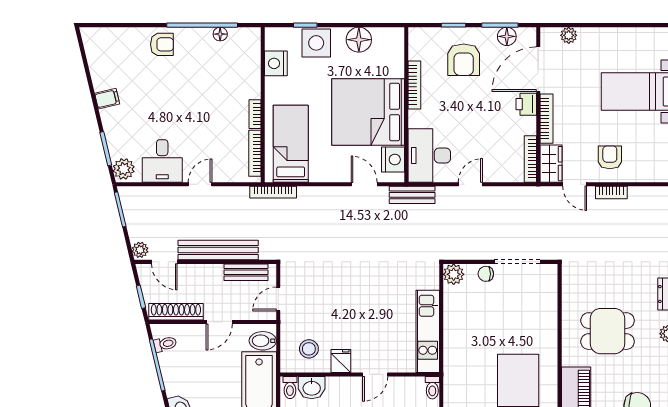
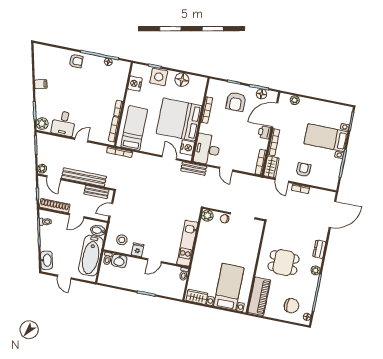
door: (470, 184) -> (226, 169), swing flipped

